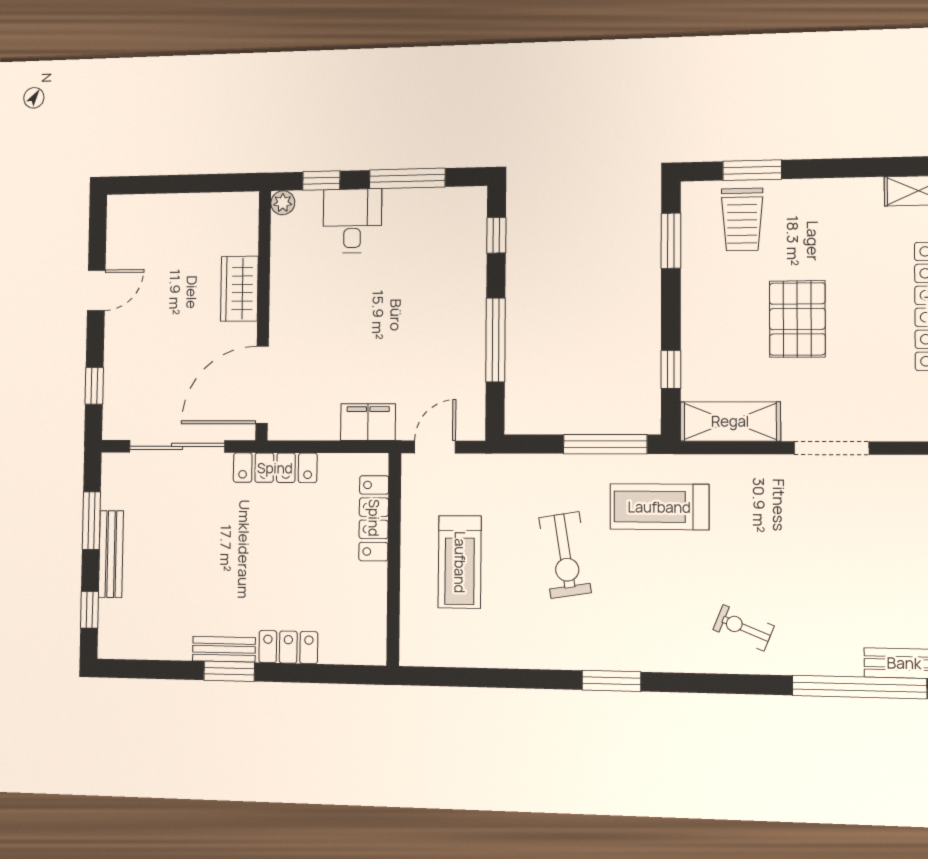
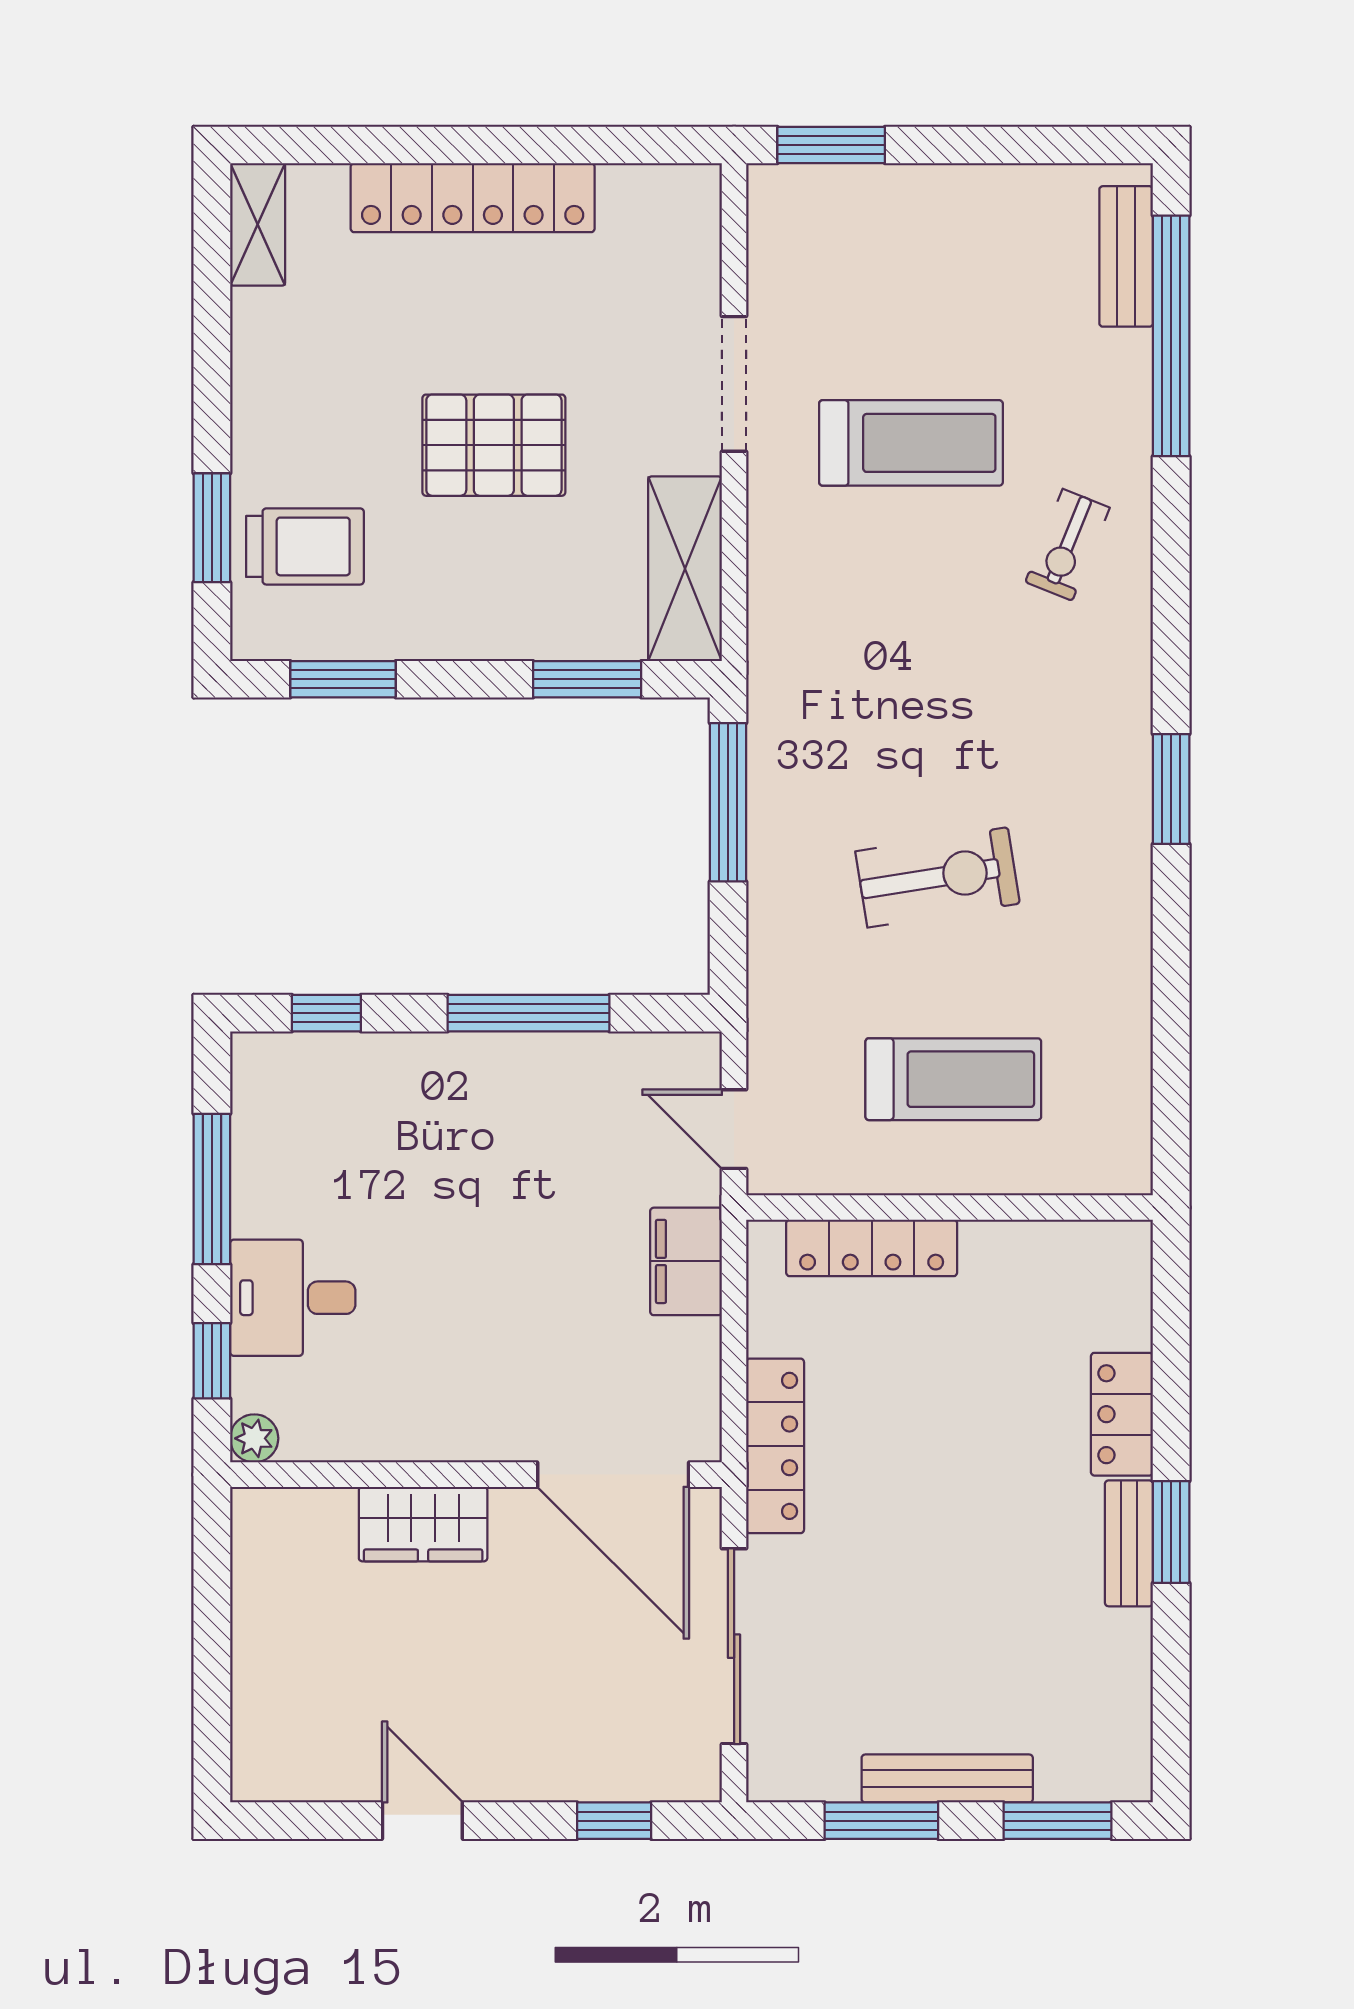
window: (671, 370) -> (587, 679), width x1.50
treadmill: (659, 507) -> (911, 443), moved, turned -90
window: (89, 610) -> (1057, 1821), width x1.50

